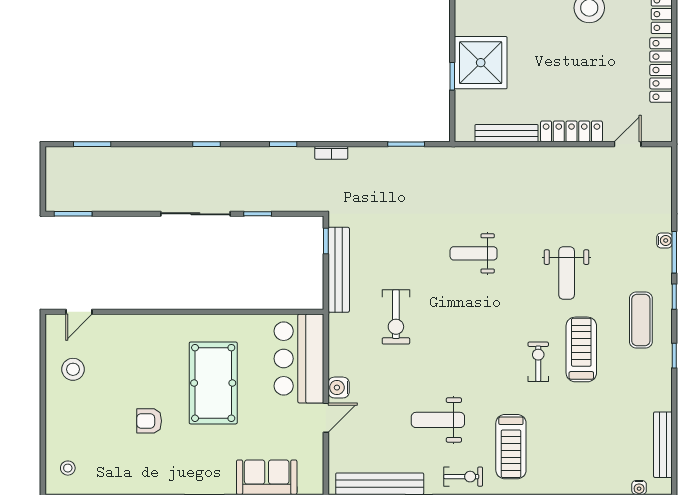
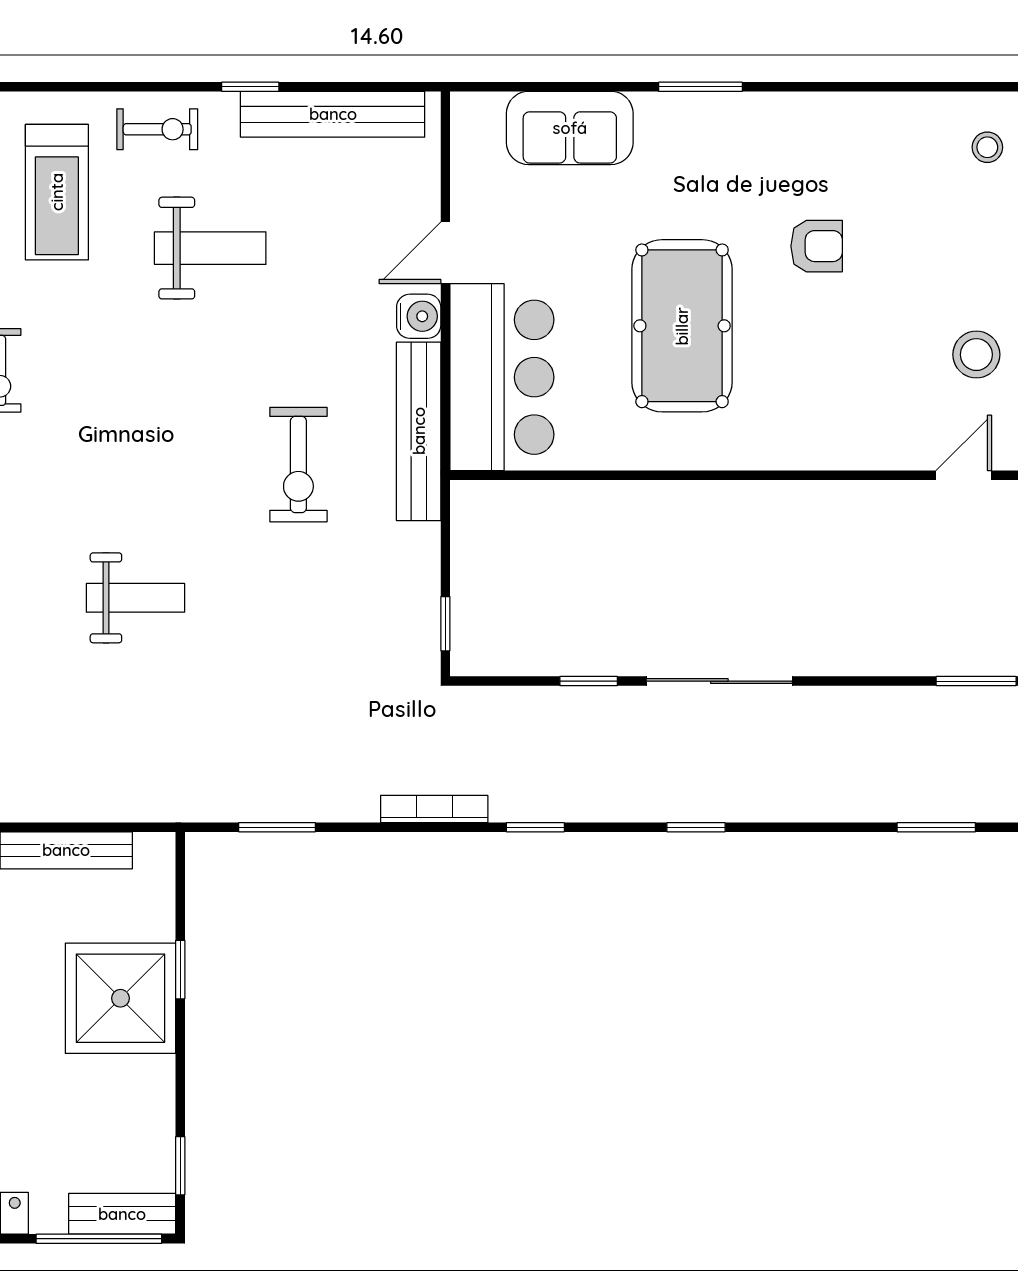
bookcase: (331, 153) -> (434, 809), width x1.56
bench: (339, 270) -> (419, 431), moved
exercise bike: (396, 317) -> (298, 465), turned 180
treadmill: (511, 447) -> (57, 192), turned 180
exercise bike: (463, 477) -> (157, 129), turned 180

